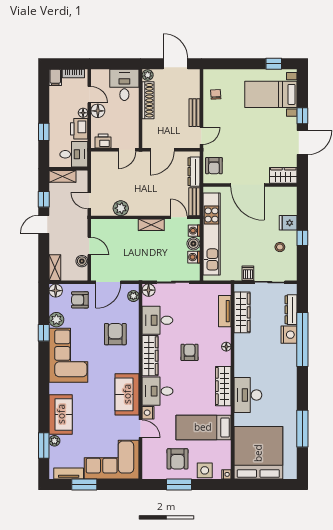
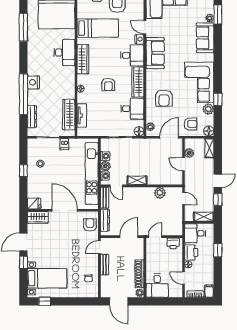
floor lamp: (98, 111) -> (177, 266), removed
fridge: (288, 223) -> (34, 204), moved
nightstand: (289, 335) -> (33, 82), moved

